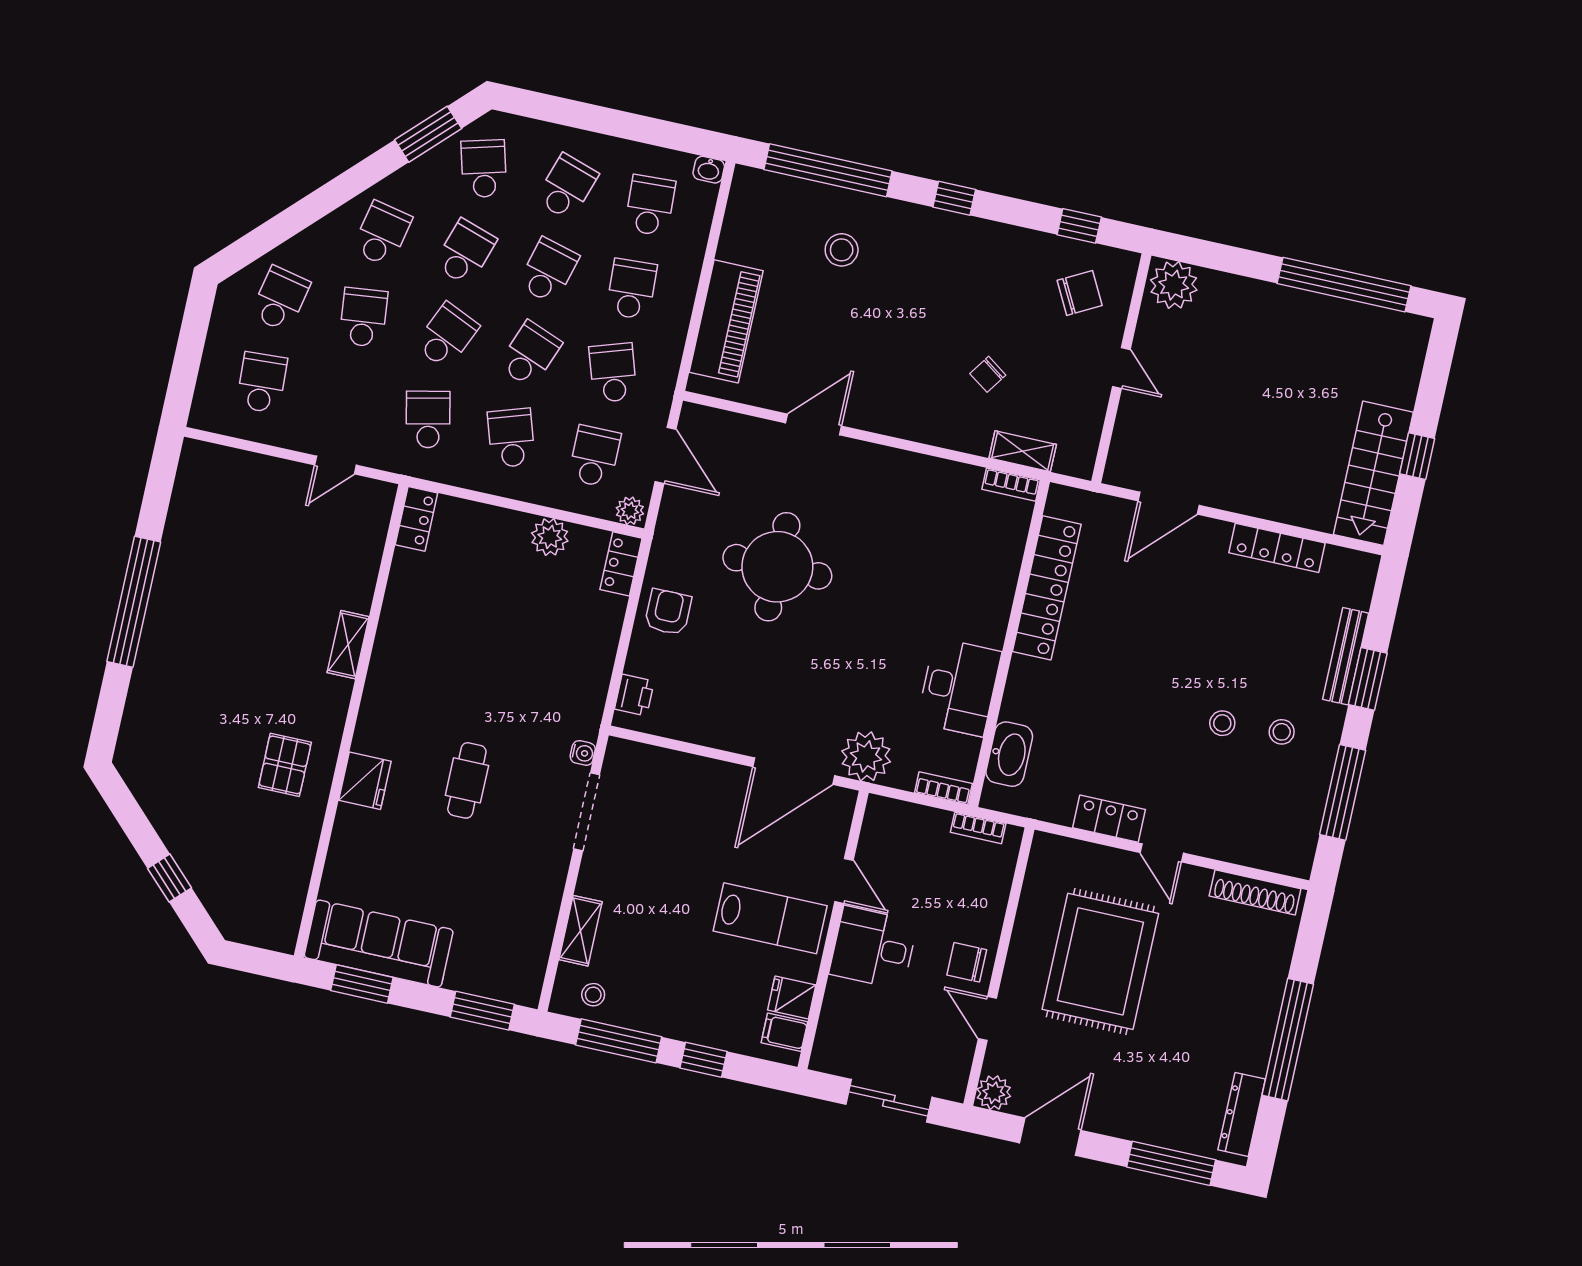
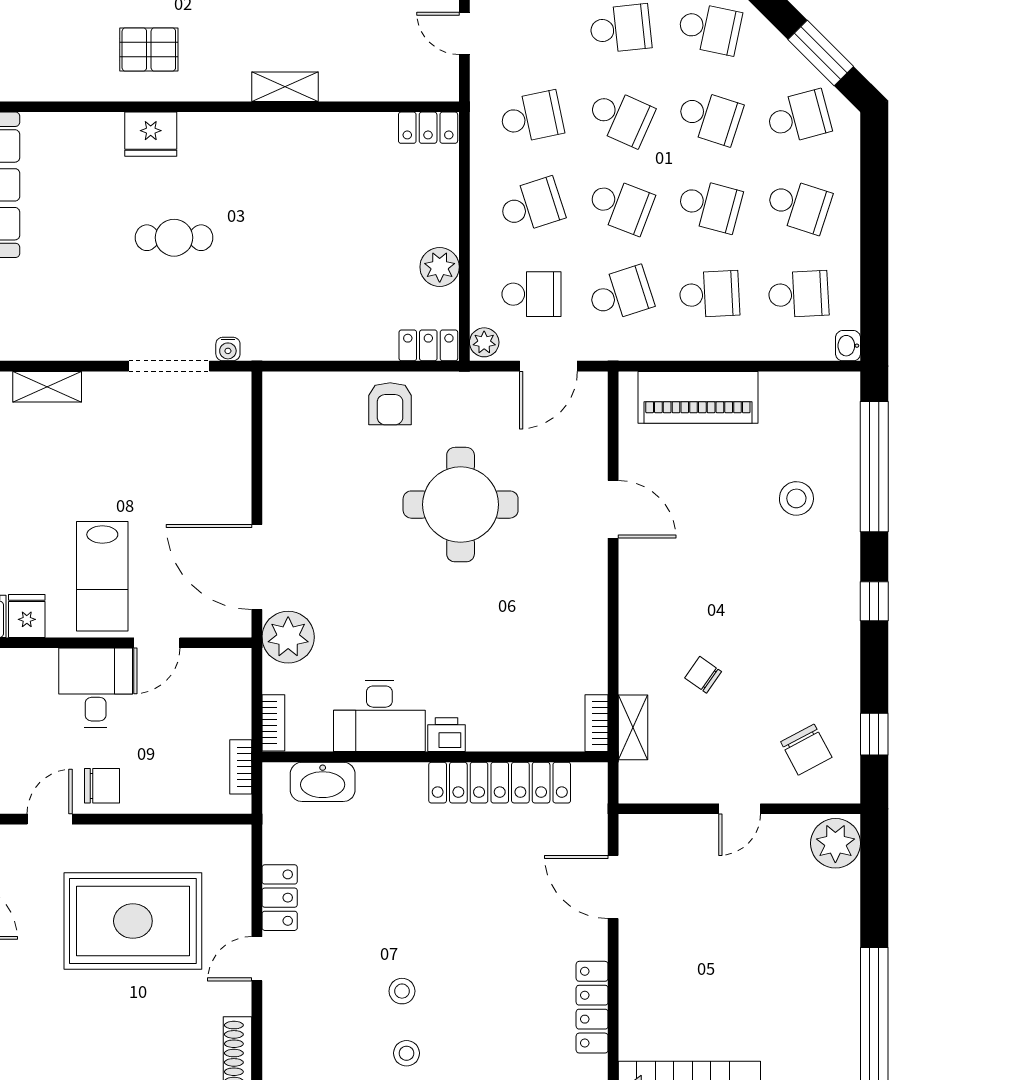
armchair: (668, 612) -> (390, 404), turned 90
printer: (634, 695) -> (446, 735), moved, turned 180
chair: (967, 962) -> (102, 786), turned 90

